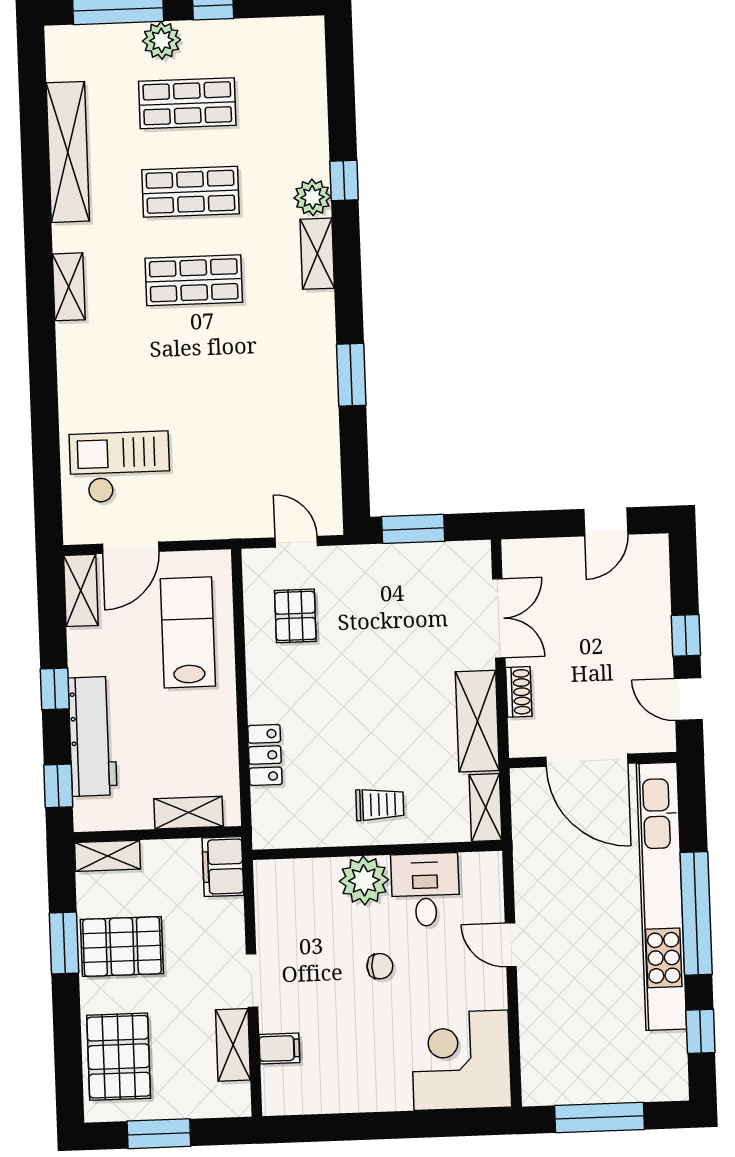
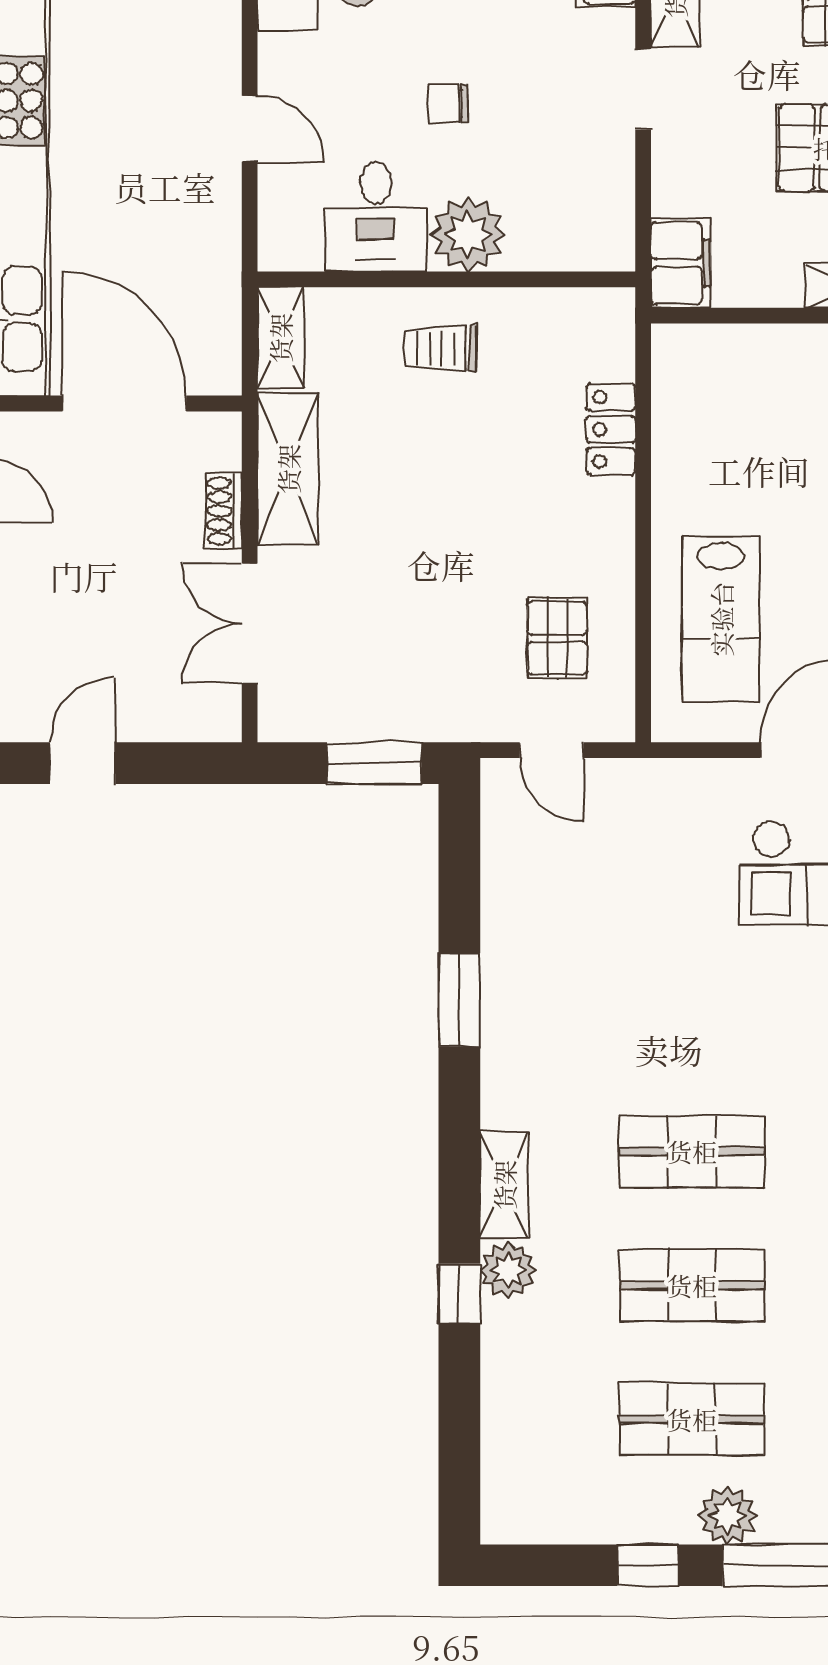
shelving: (188, 813) -> (730, 346), removed

